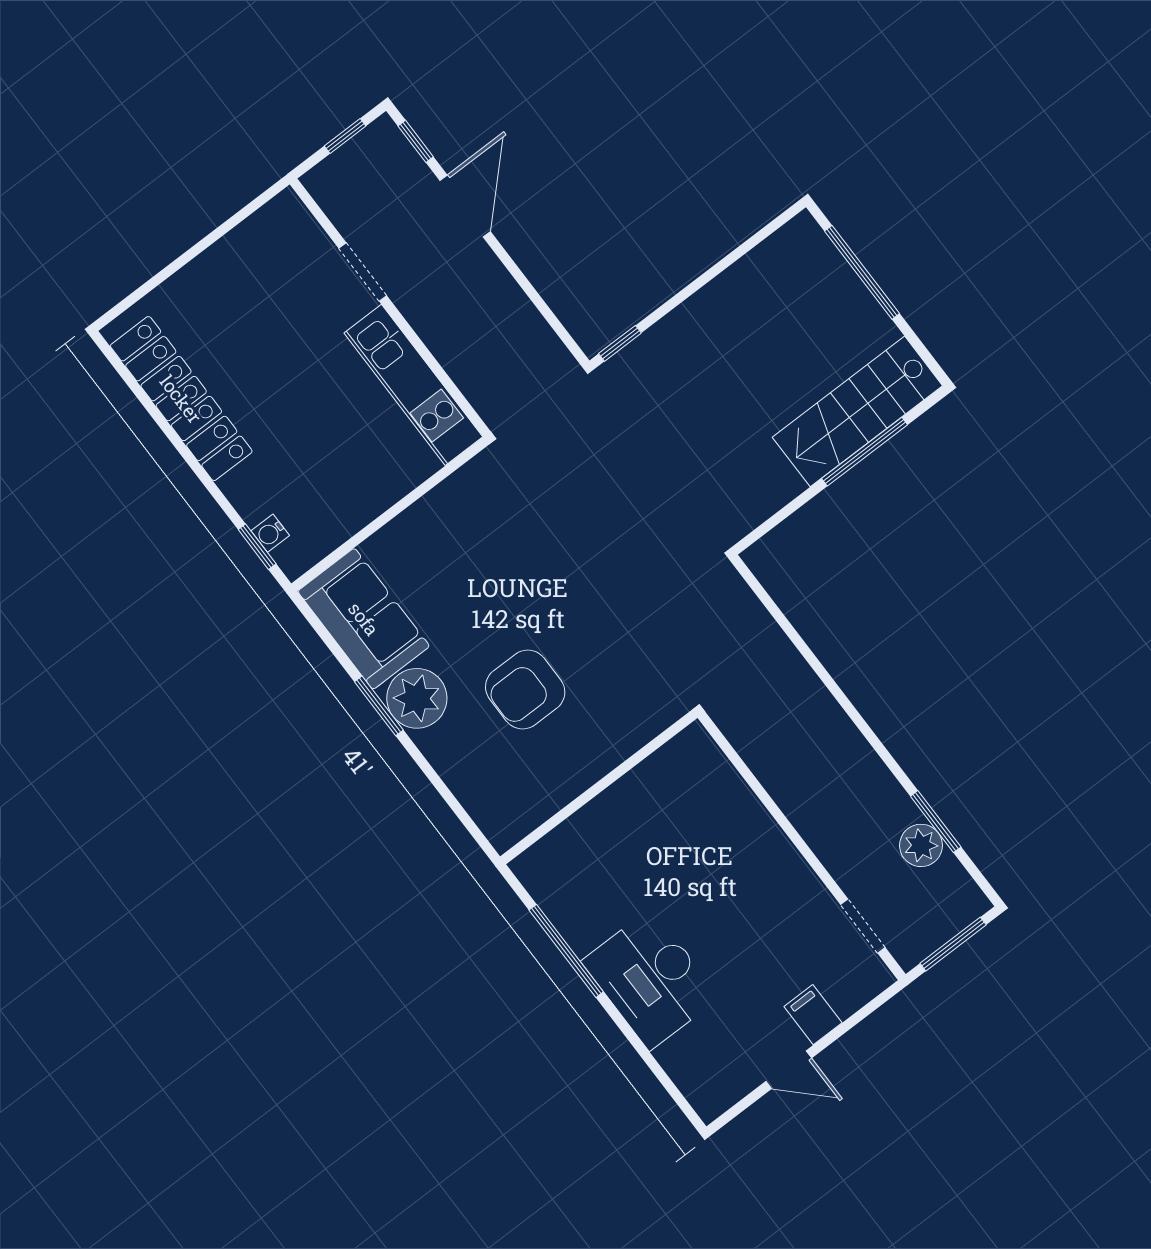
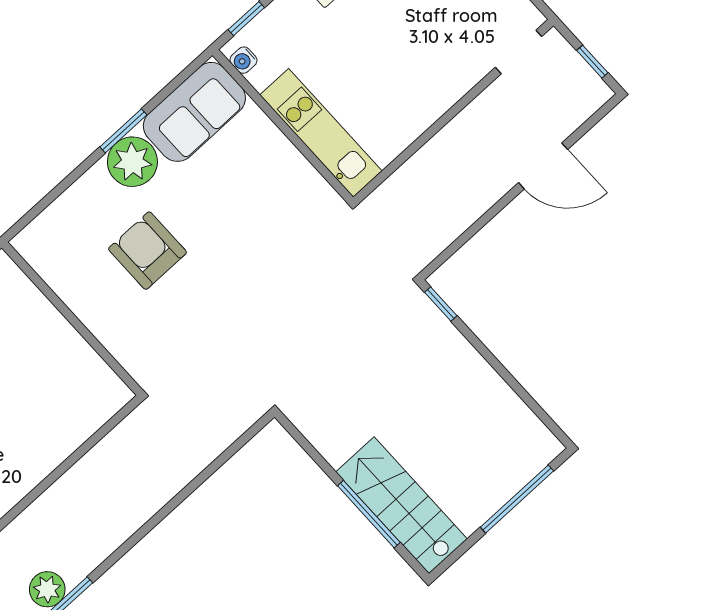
window: (416, 141) -> (593, 120), removed
doorway: (363, 272) -> (519, 52), moved
kitchen unit: (413, 385) -> (321, 133), moved, turned 90
water cooler: (270, 533) -> (243, 60), moved, turned -90

